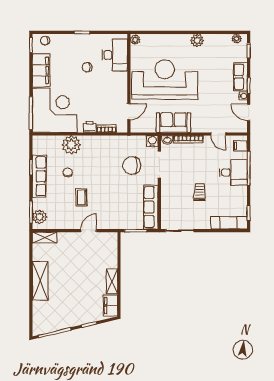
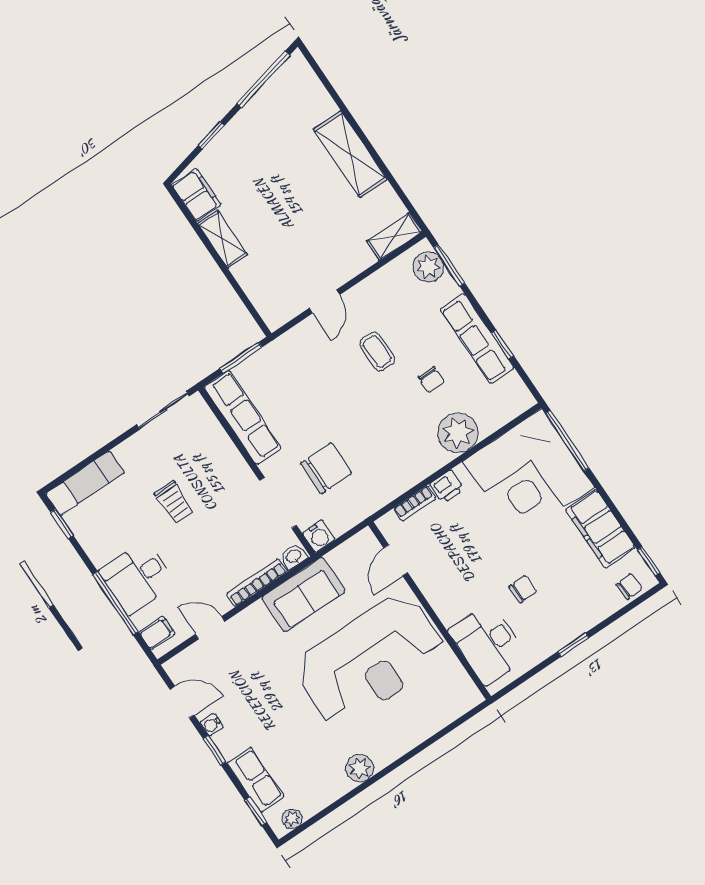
plant: (135, 40) -> (471, 695), removed
row of seats: (240, 77) -> (256, 780), moved

